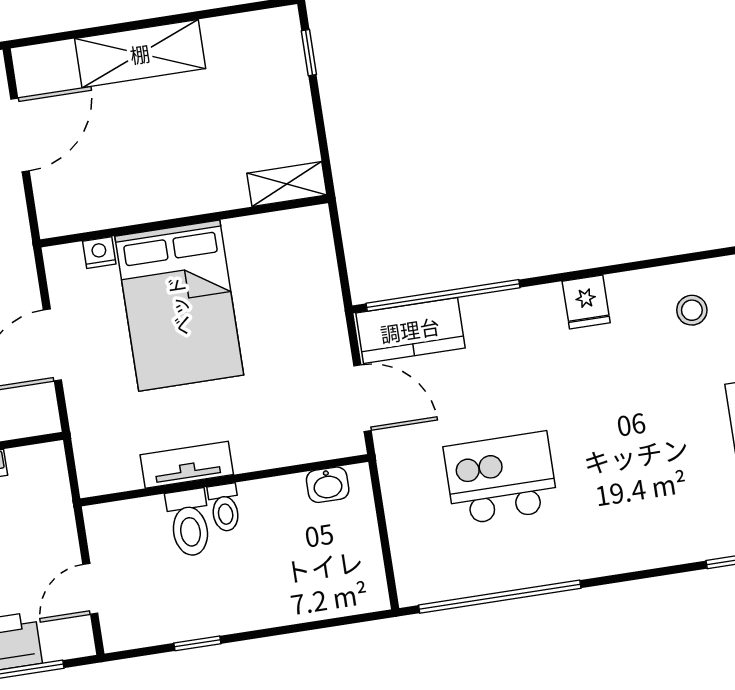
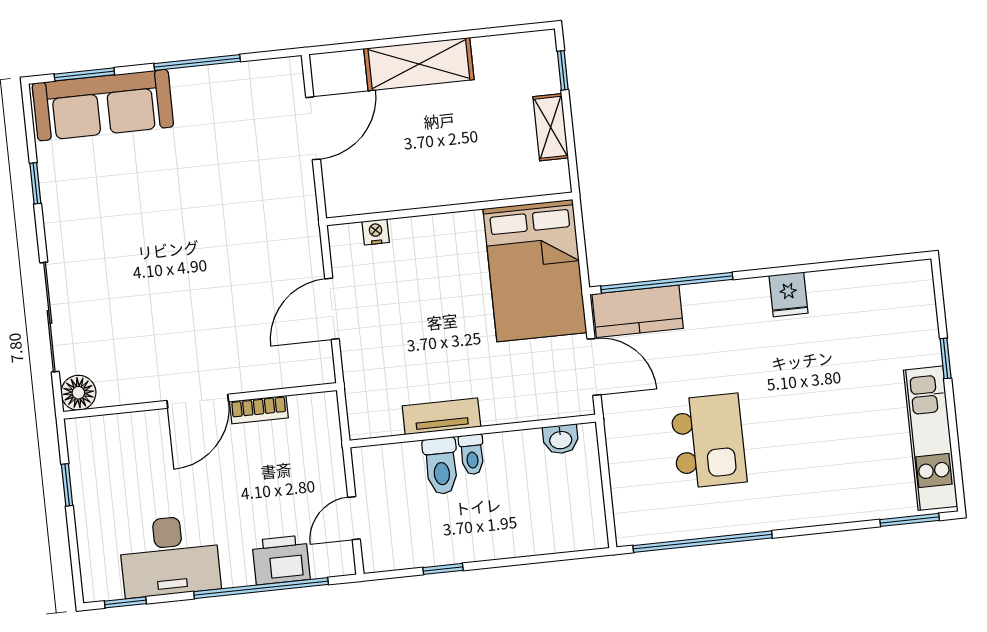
shelving: (287, 184) -> (551, 127), moved, turned 90
bed: (179, 306) -> (535, 271), moved
stool: (692, 310) -> (878, 306), removed
kitchen island: (501, 478) -> (708, 441), turned 90

